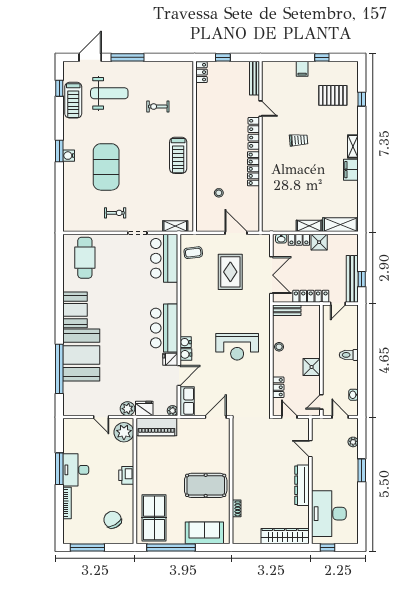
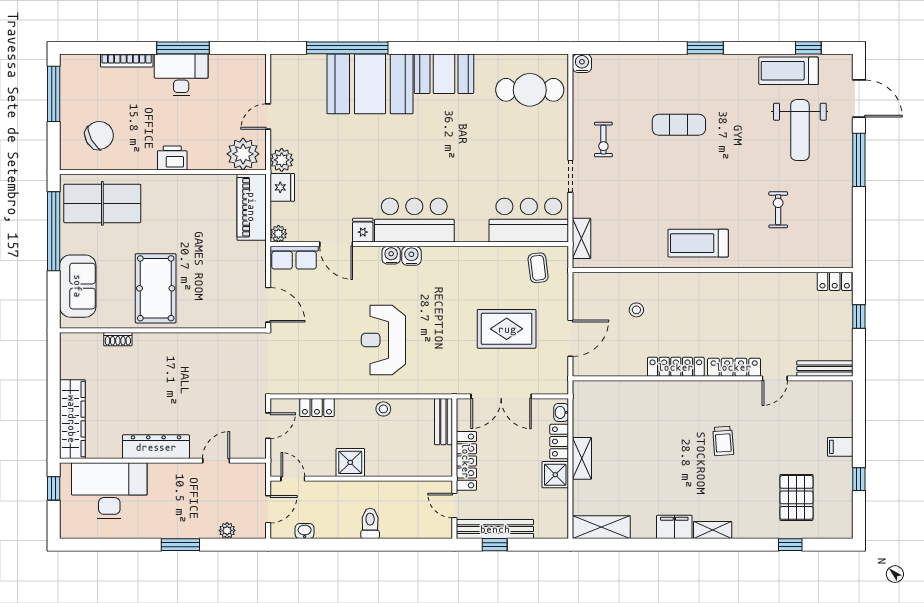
water cooler: (69, 156) -> (582, 63), moved
exercise mat: (106, 167) -> (679, 125), width x0.50, depth x0.69
shelving: (340, 225) -> (601, 527), moved, turned 90
water cooler: (186, 354) -> (411, 256), moved

